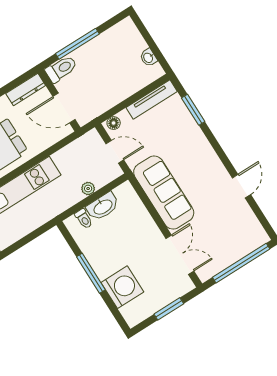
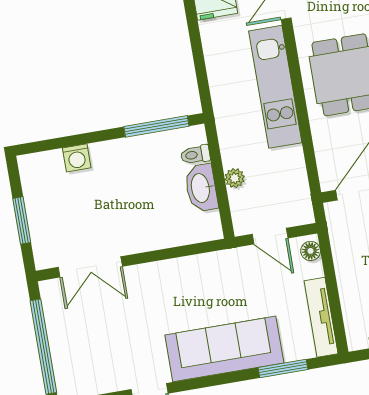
door: (115, 152) -> (270, 236), hinge flipped
sofa: (164, 193) -> (224, 349), moved, turned 180
window: (91, 273) -> (156, 126), moved
washing machine: (122, 287) -> (77, 158), width x0.53, depth x0.53

